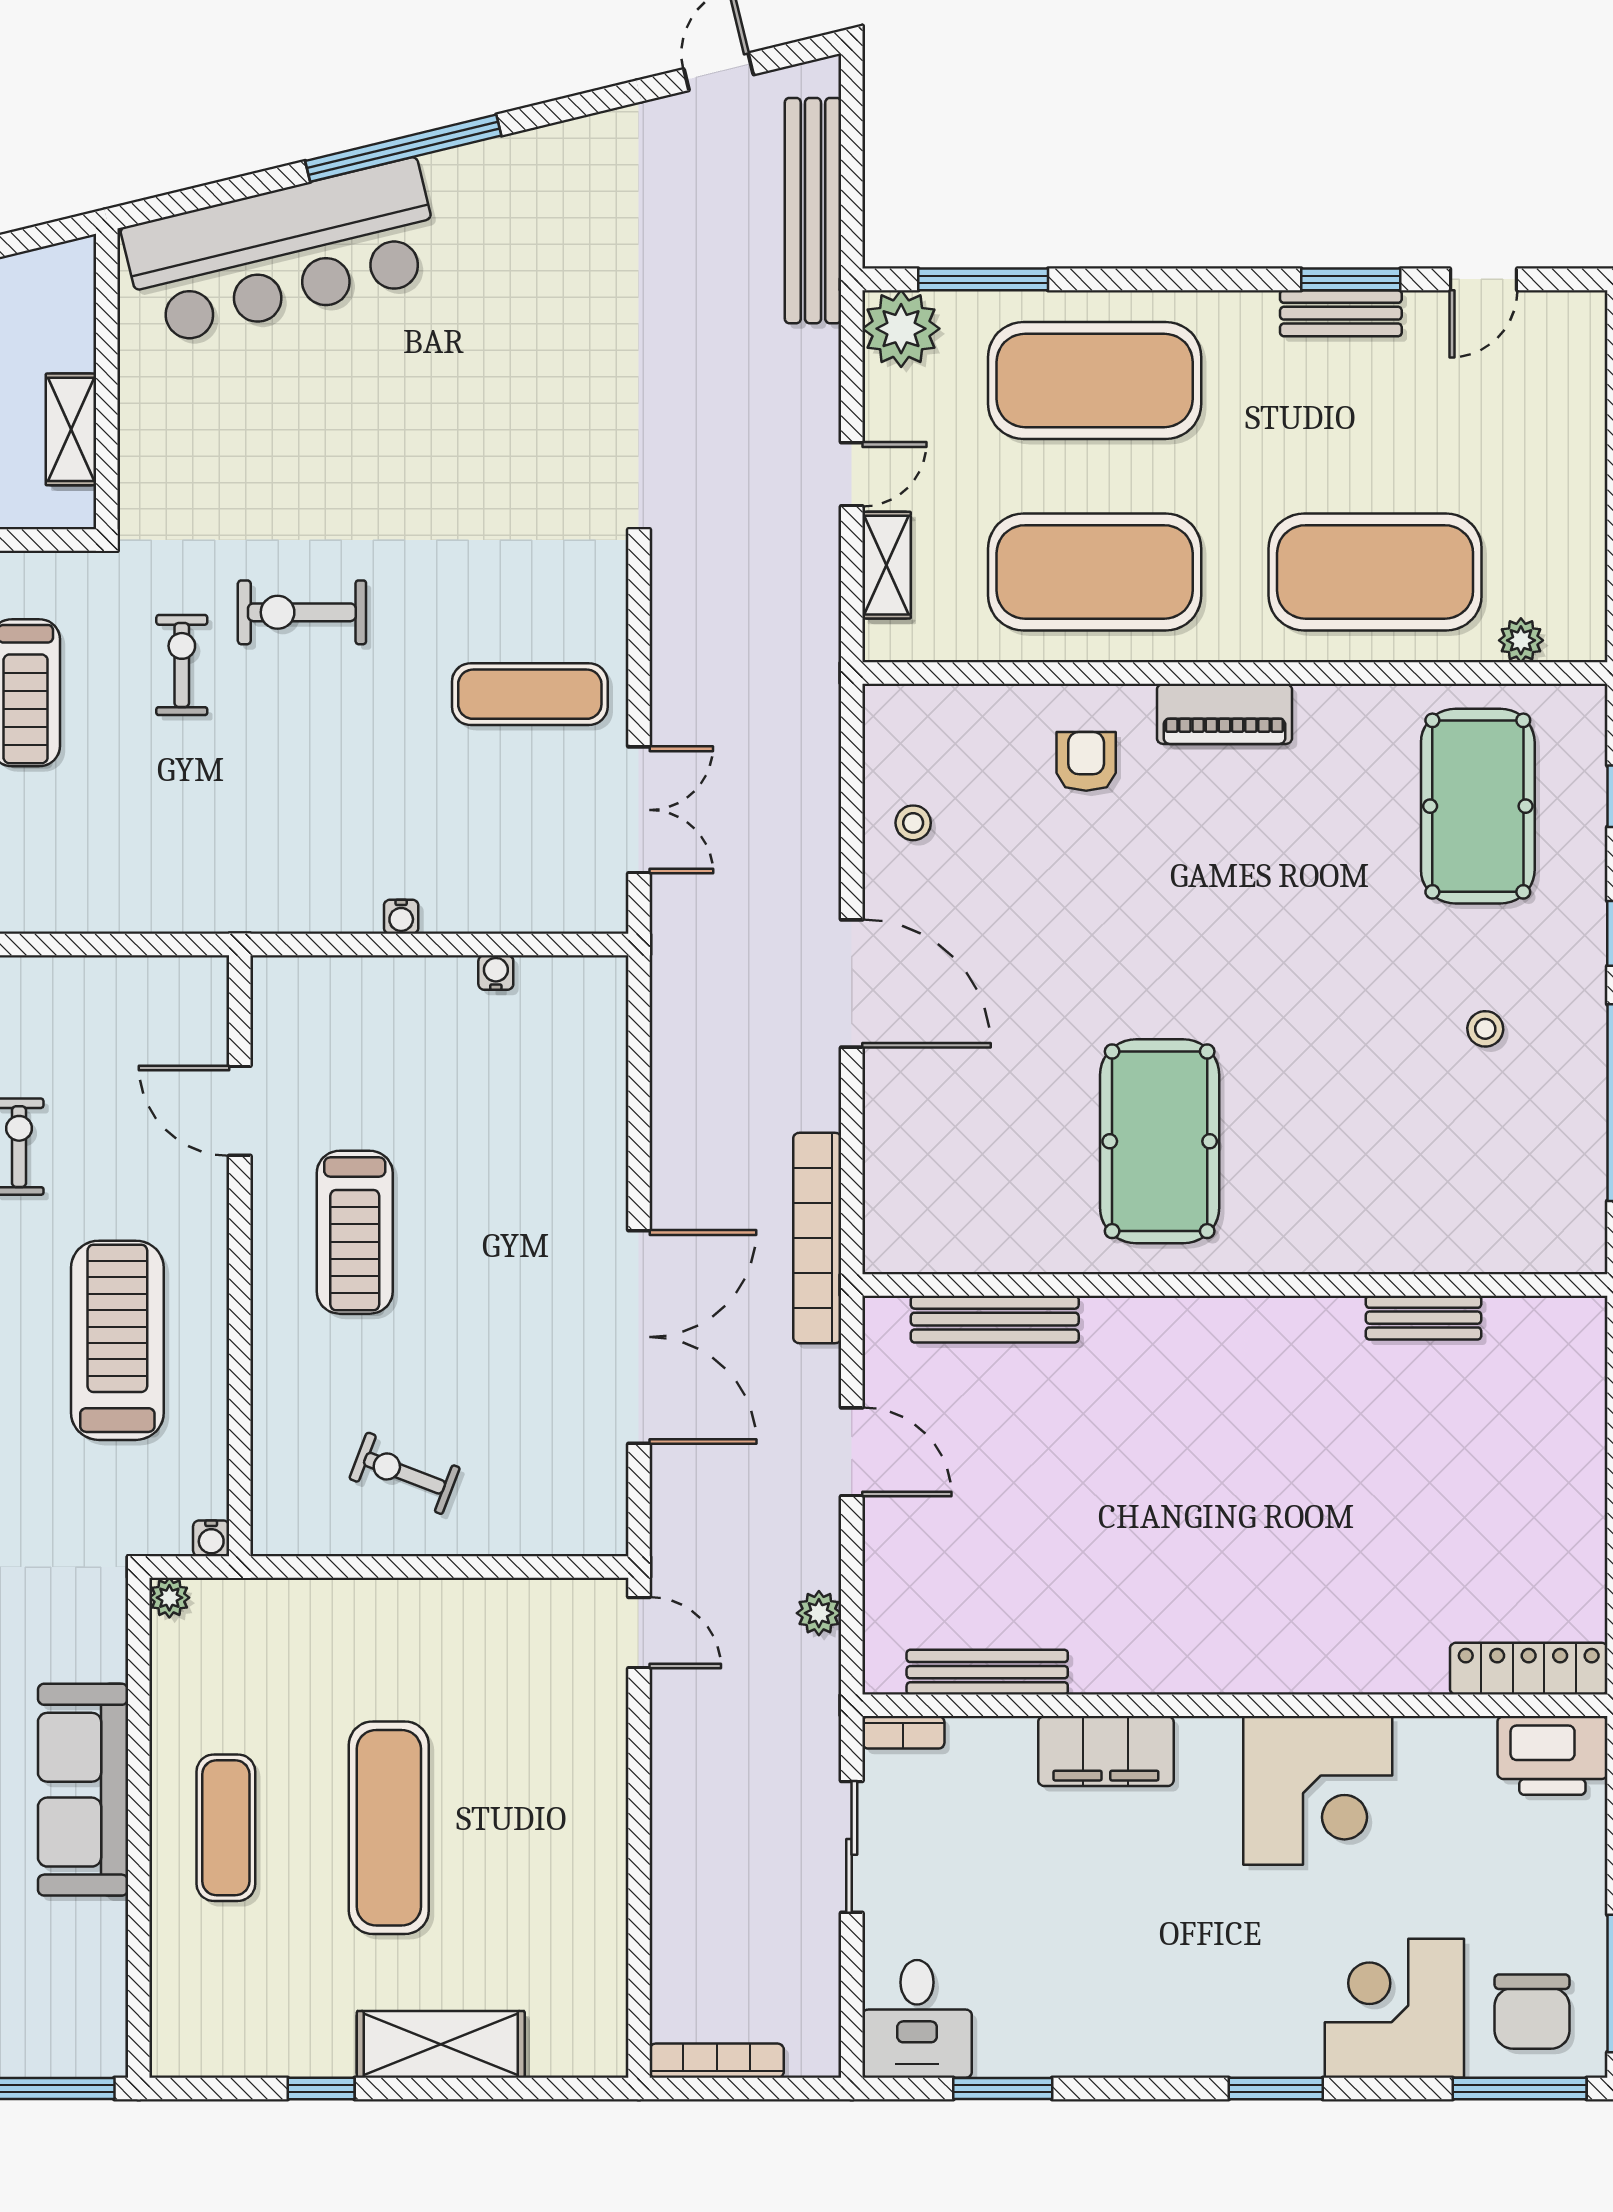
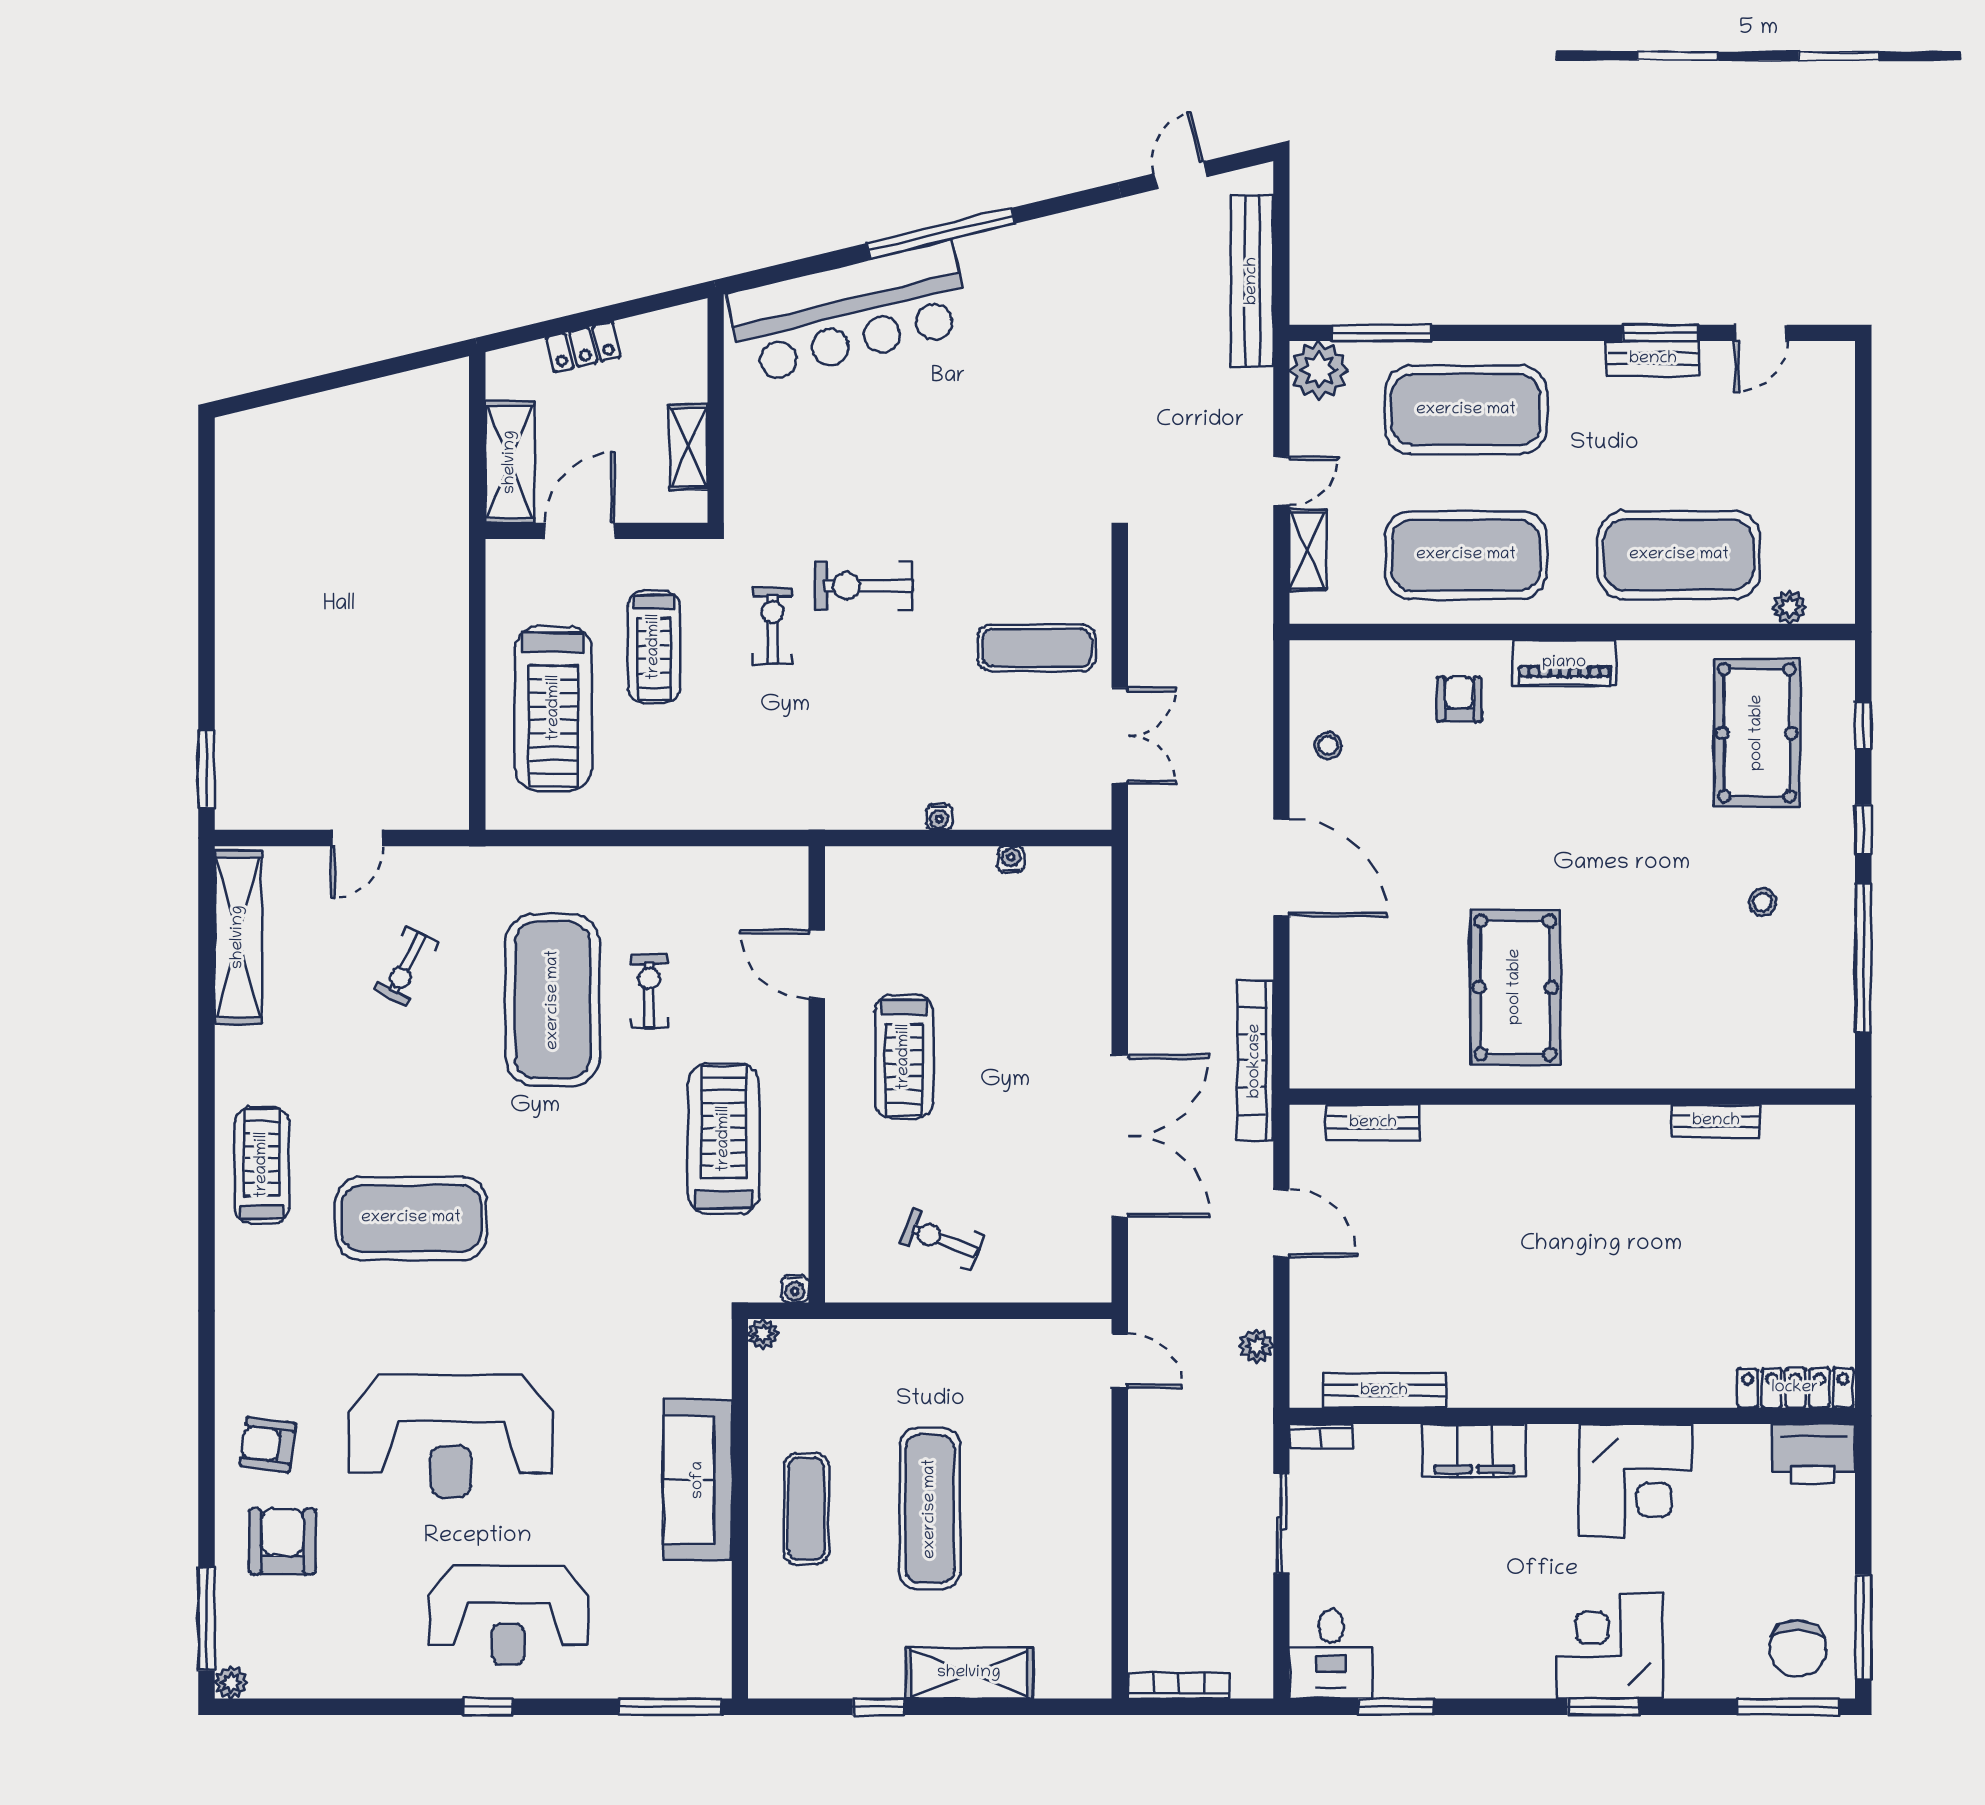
bench: (995, 1319) -> (1373, 1123), width x0.73
corner desk: (1394, 2008) -> (1610, 1646), moved

